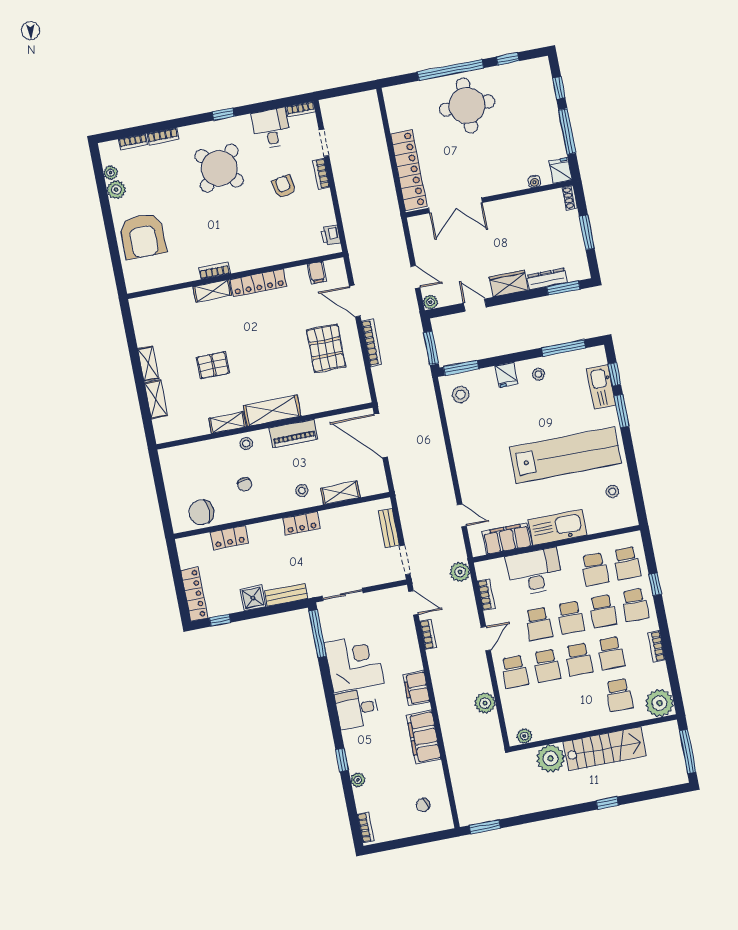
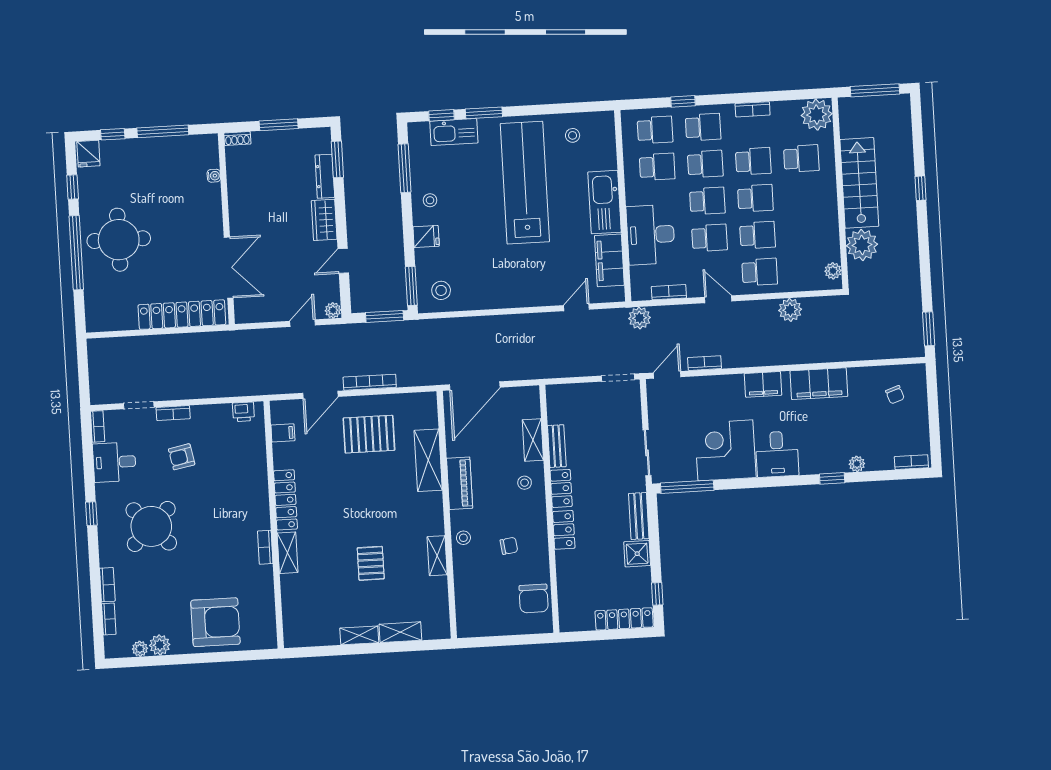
fridge: (560, 171) -> (88, 154), moved, turned -90
shelving: (272, 411) -> (428, 460), moved
bench: (389, 528) -> (557, 446), moved, turned 90
locker: (229, 538) -> (564, 530), moved

